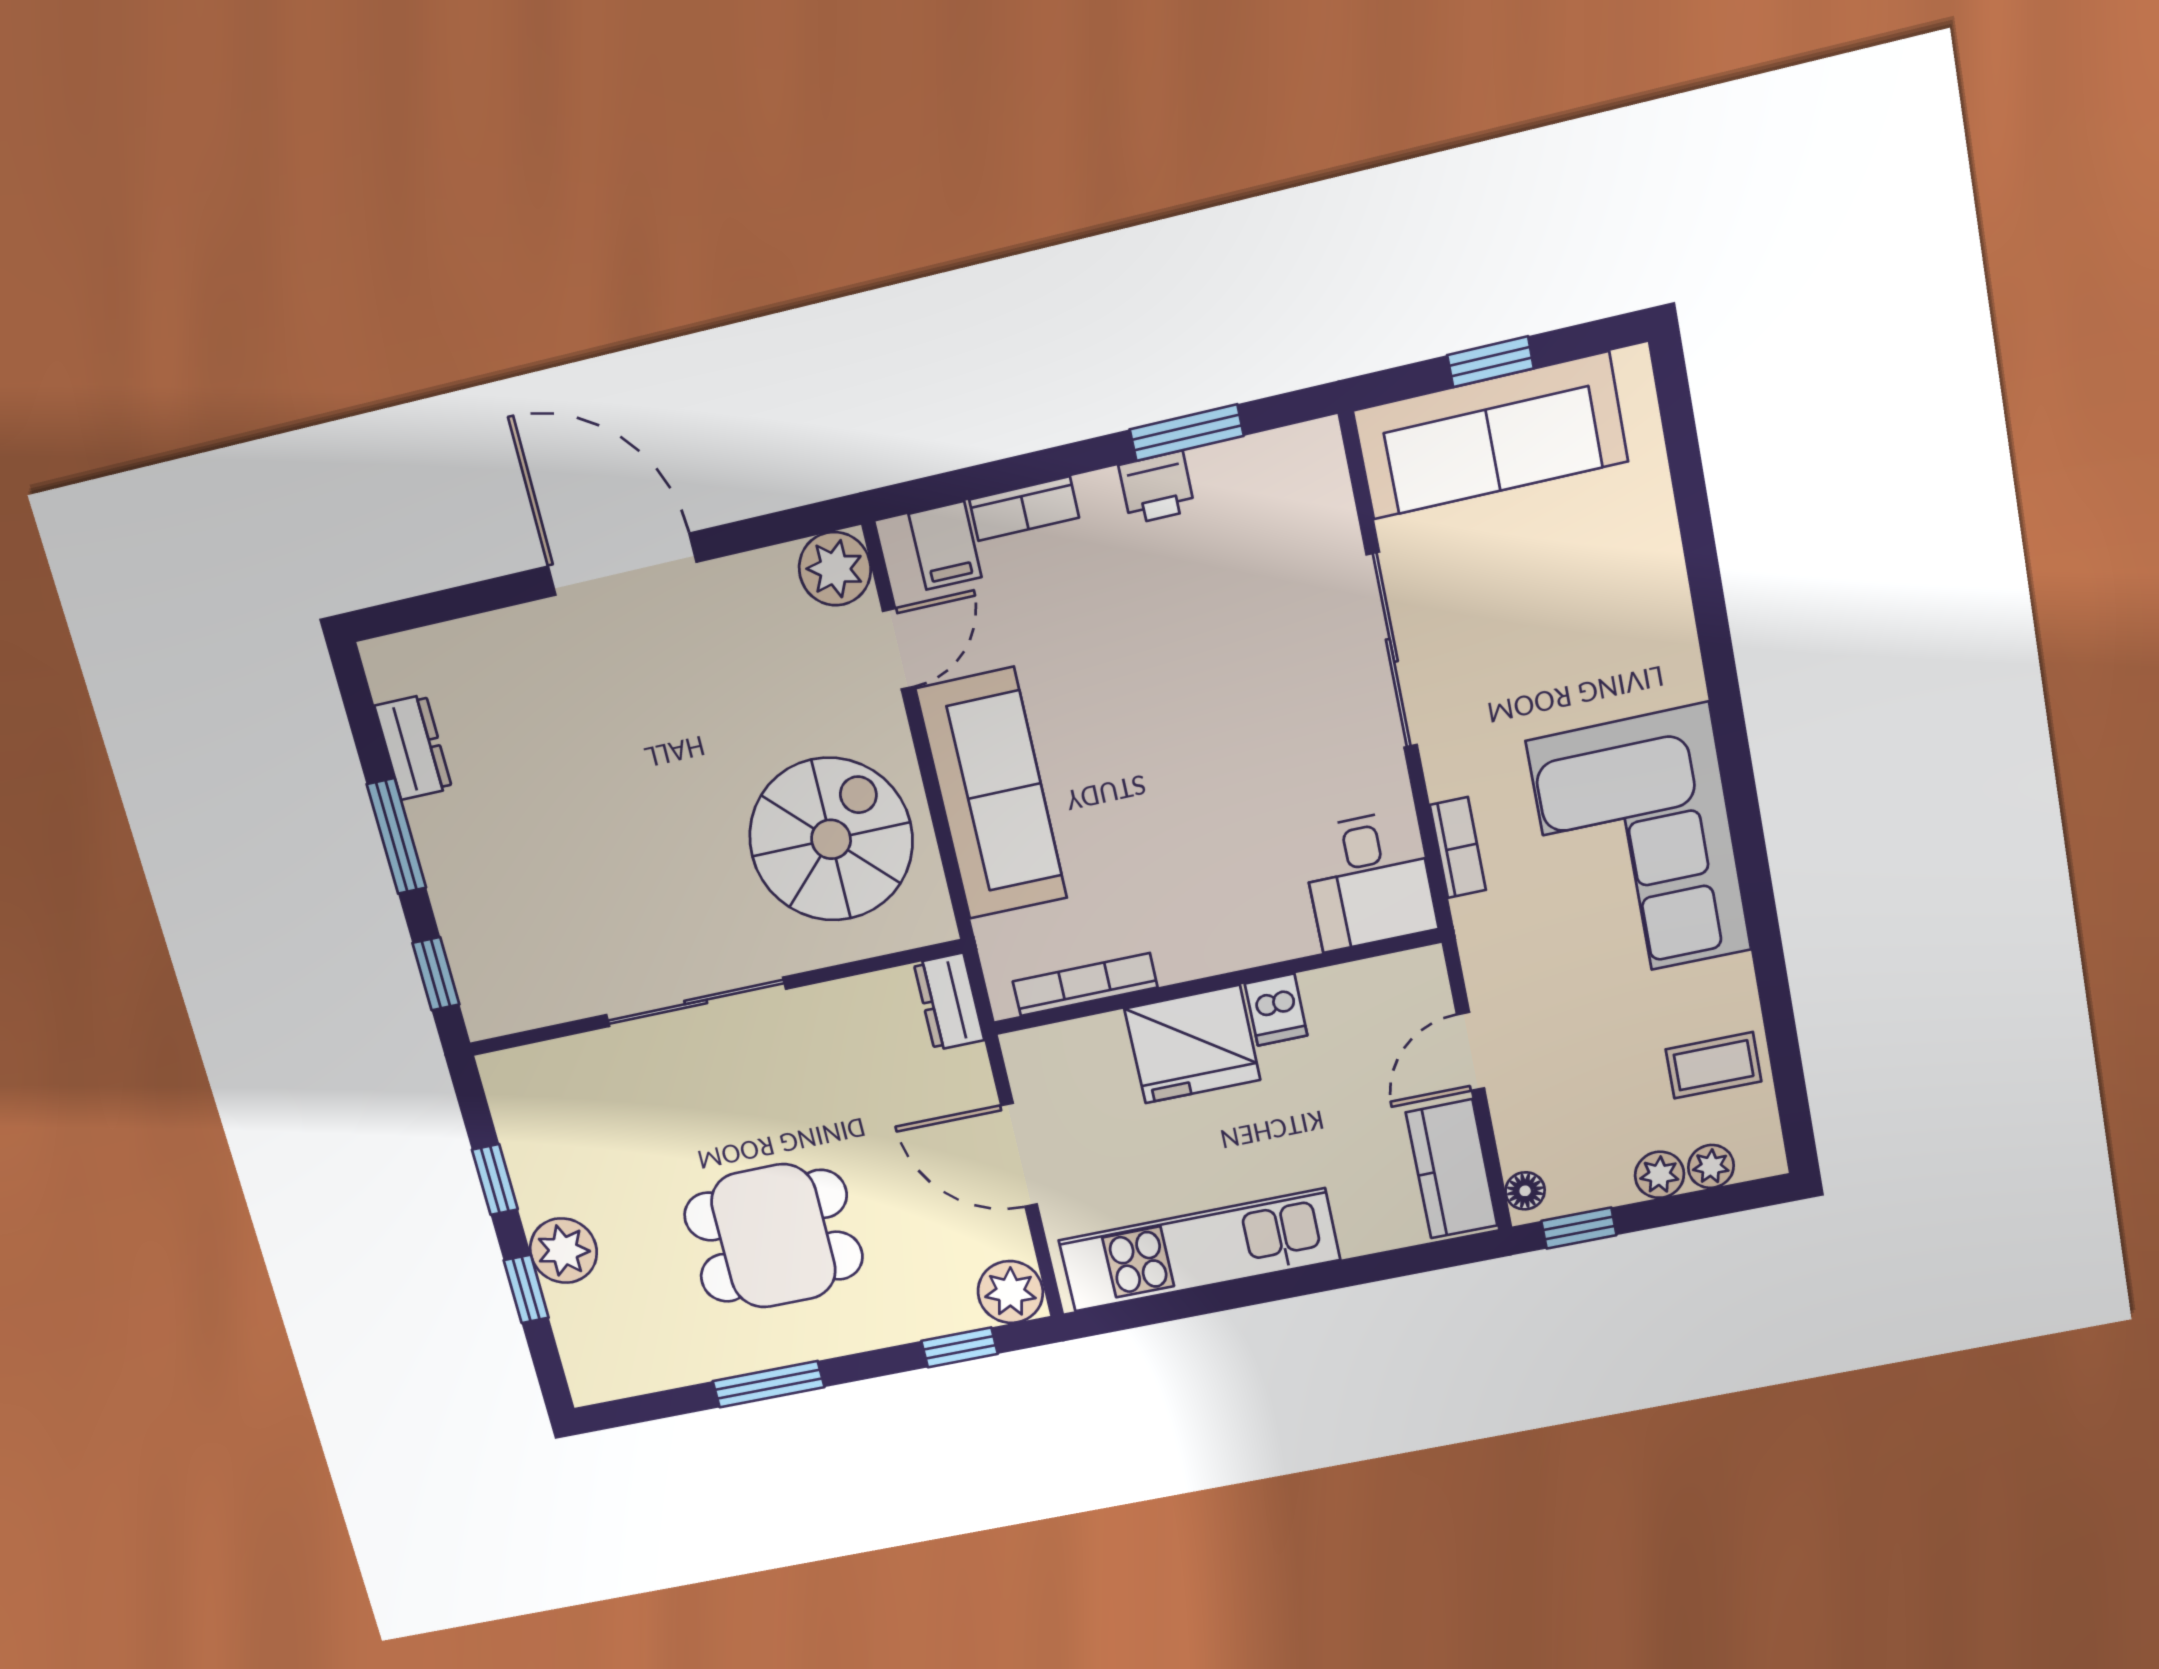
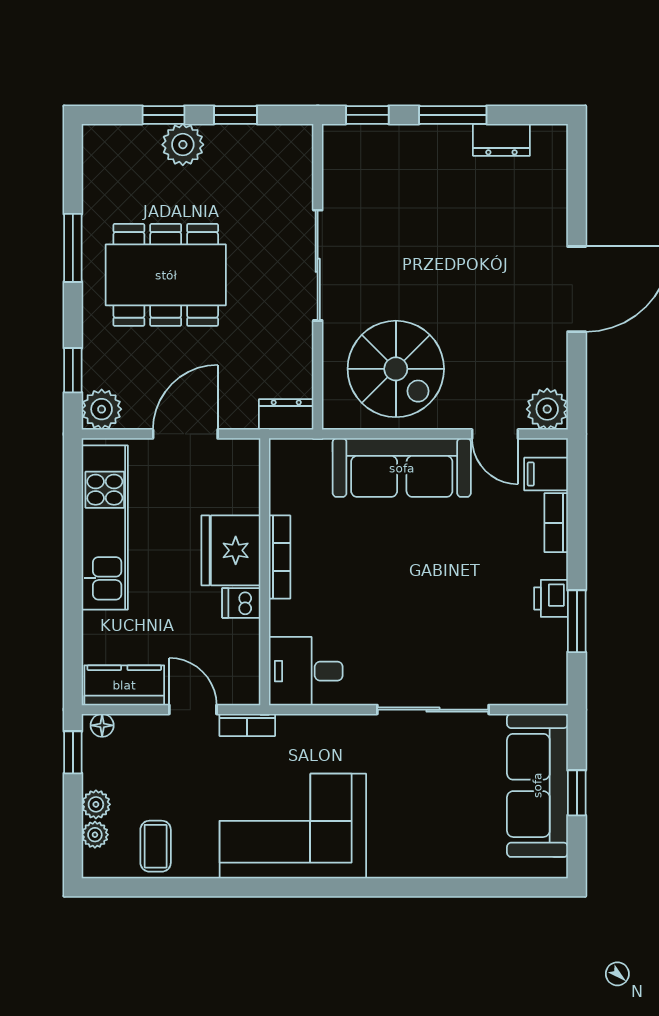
bookcase: (1458, 848) -> (247, 725), moved
bookcase: (1085, 984) -> (280, 557), moved
dining table: (774, 1236) -> (166, 275), width x1.38

